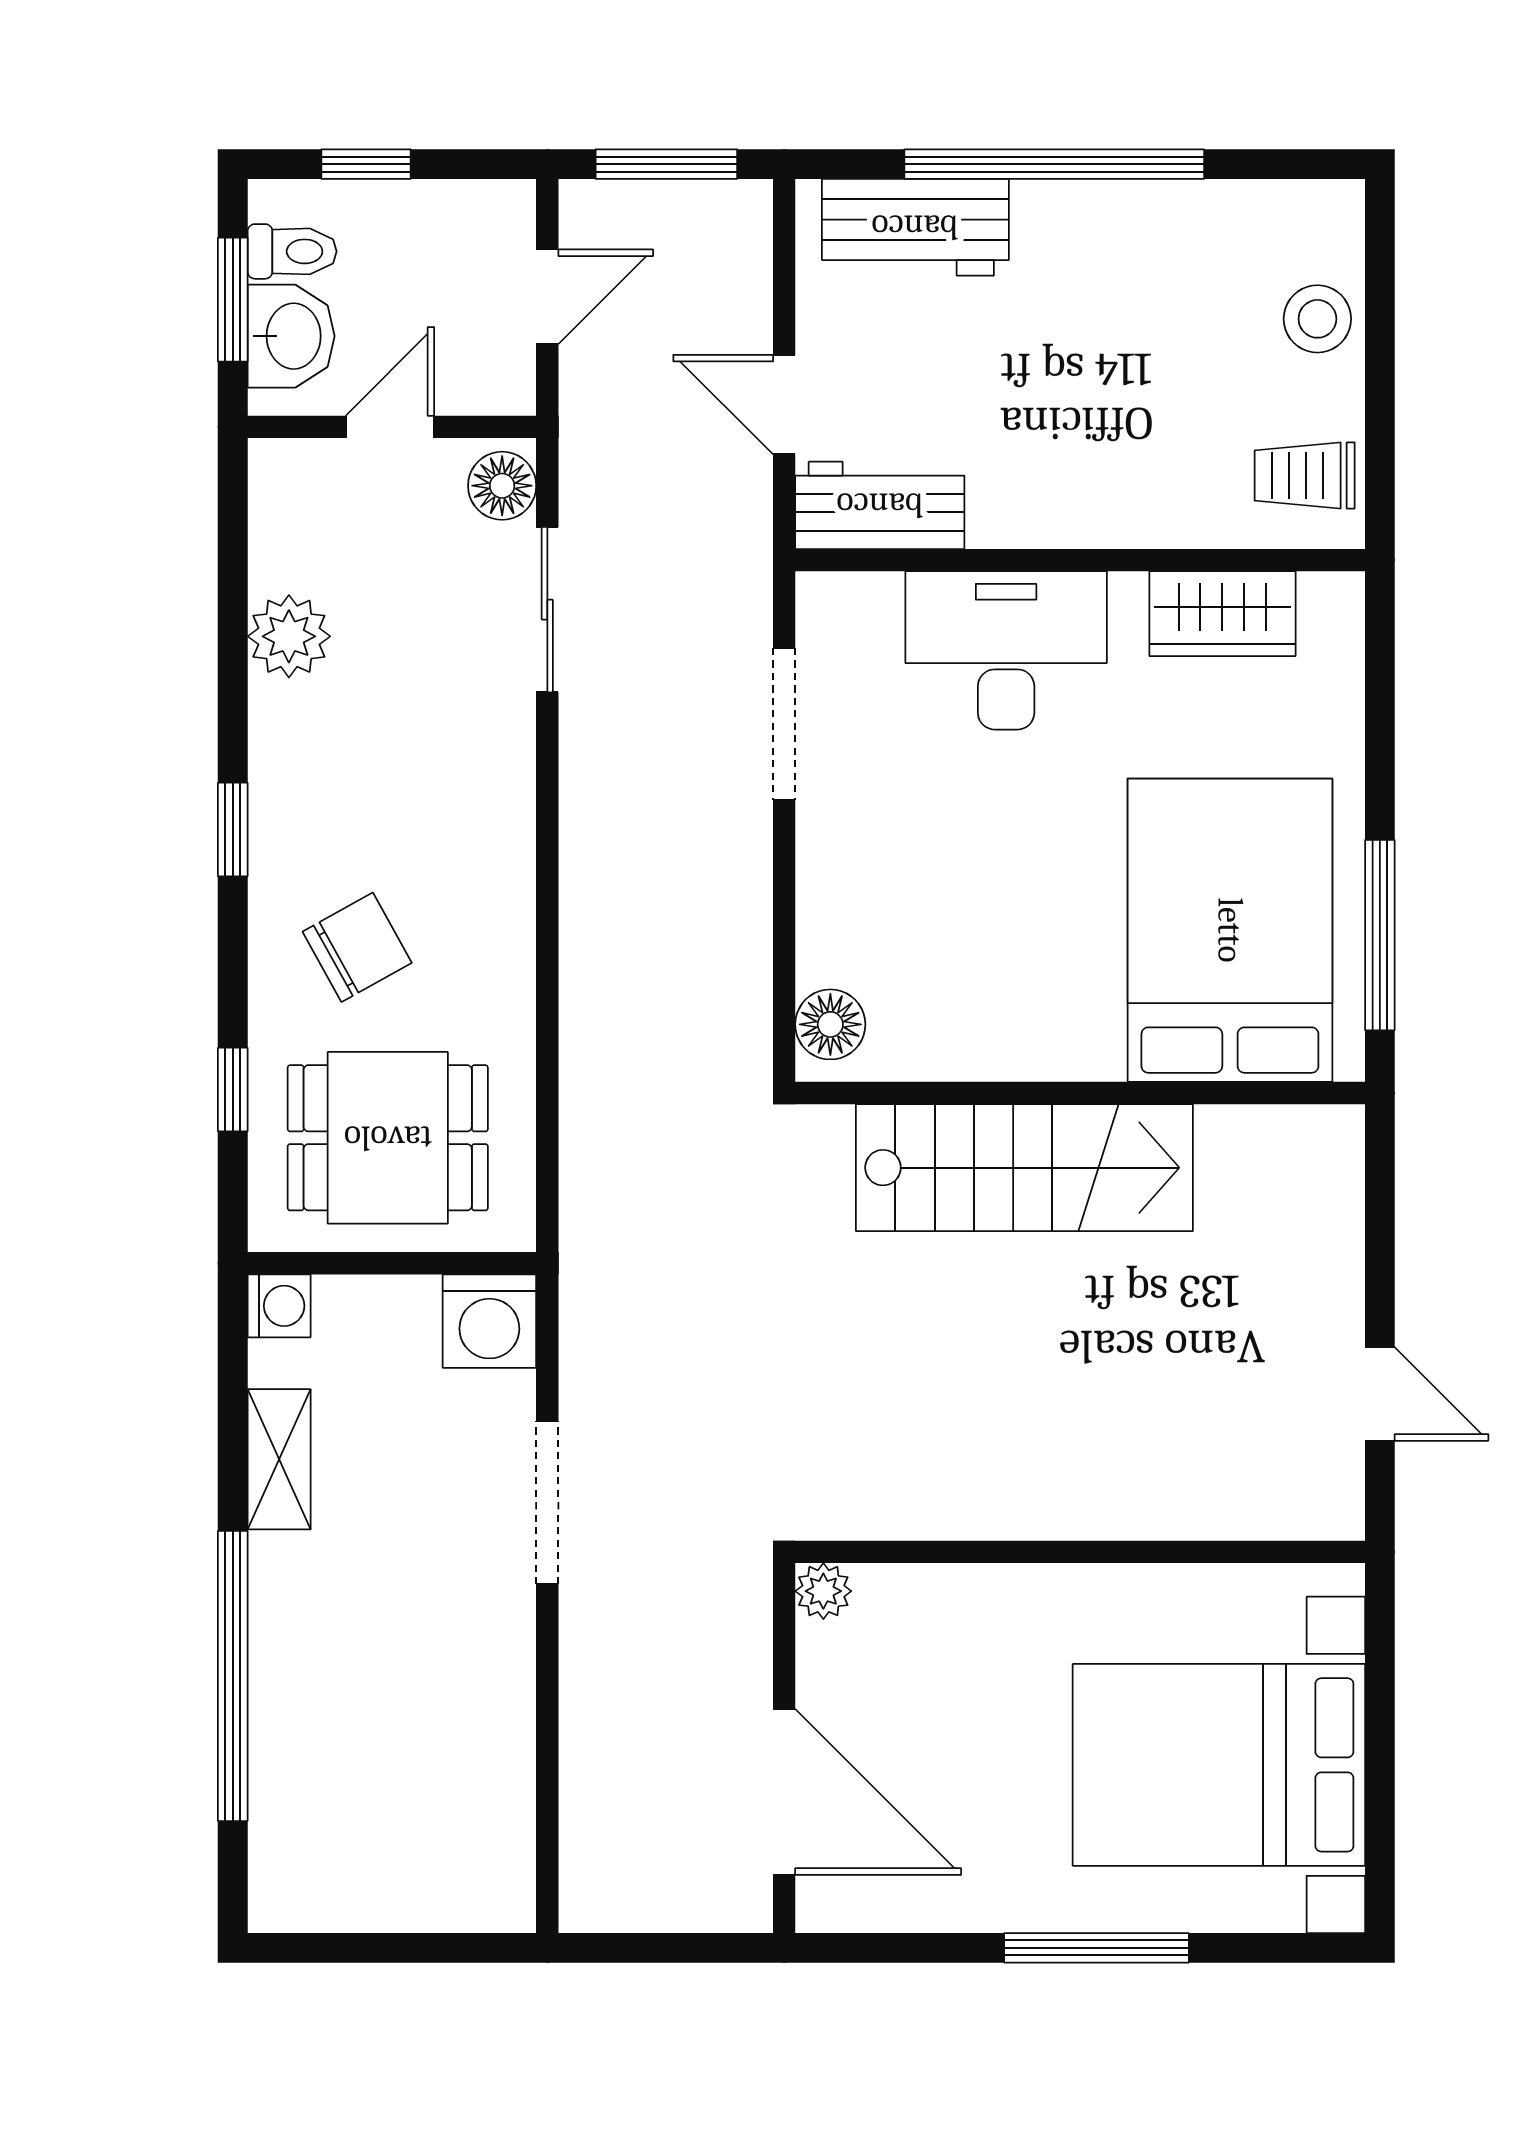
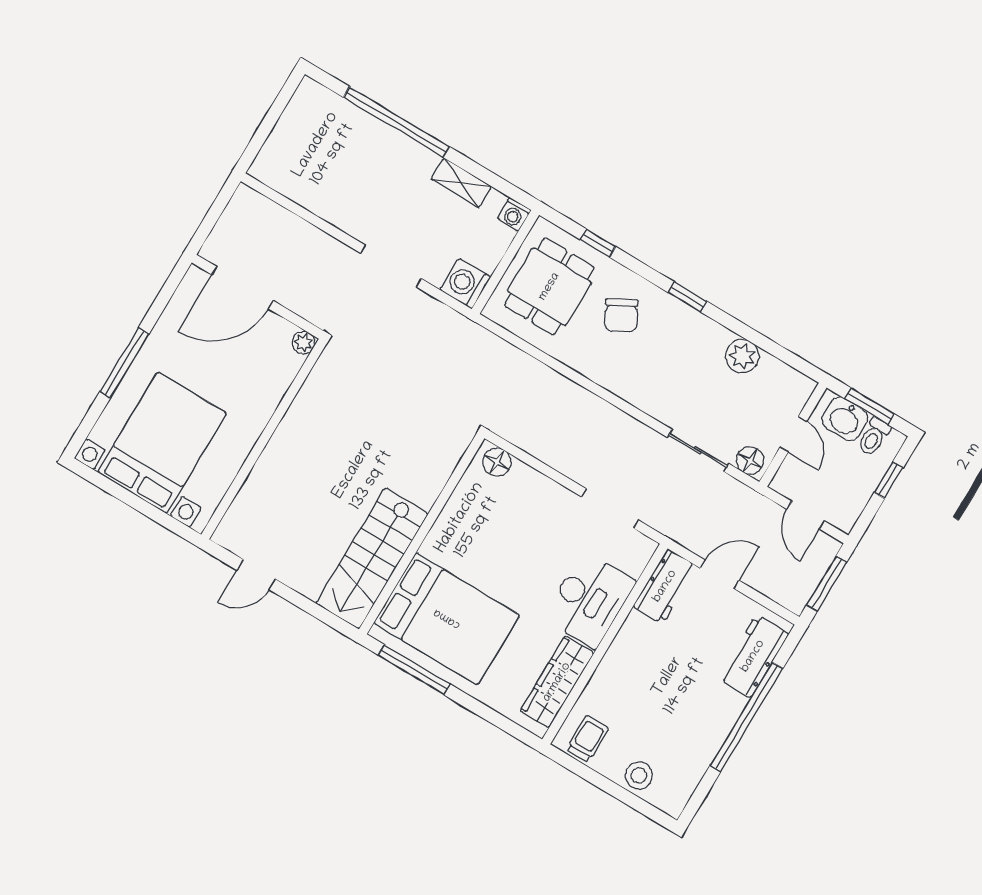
wardrobe: (1222, 614) -> (557, 682), width x1.50
stairs: (1024, 1168) -> (372, 559), moved

